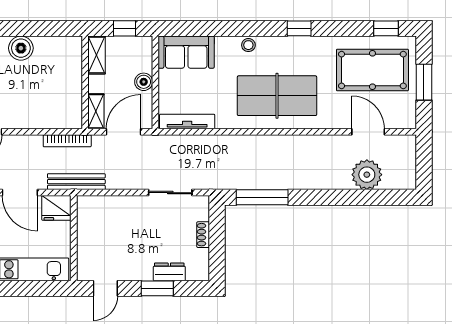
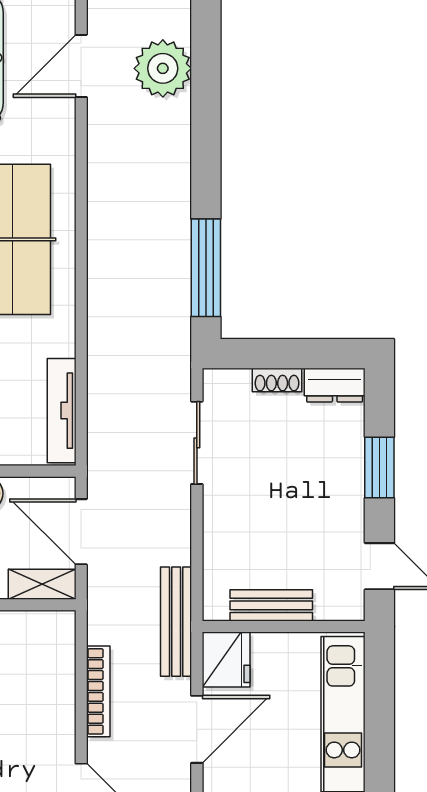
bookcase: (67, 141) -> (98, 691), moved
bench: (85, 232) -> (271, 605), added
dresser: (169, 272) -> (335, 385), moved, turned -90

